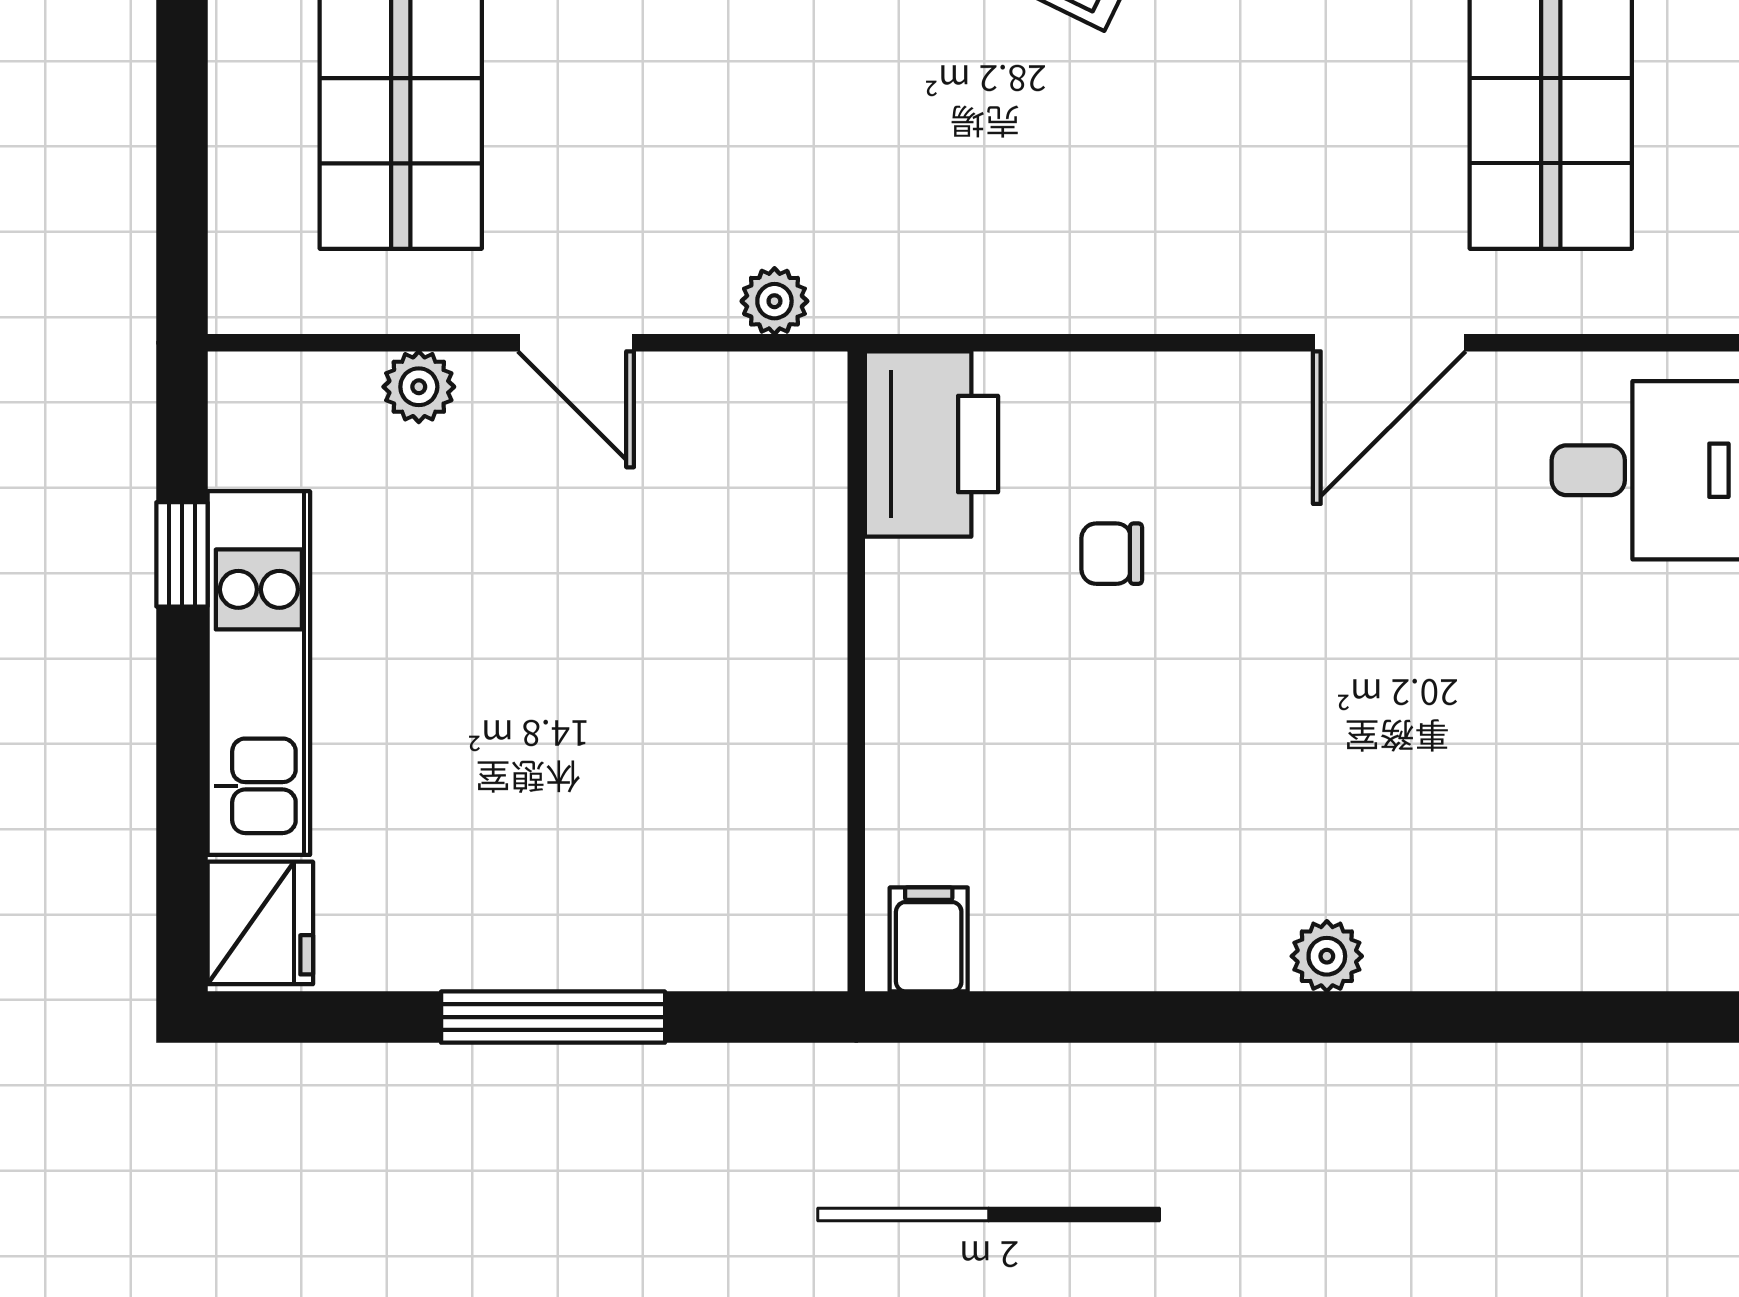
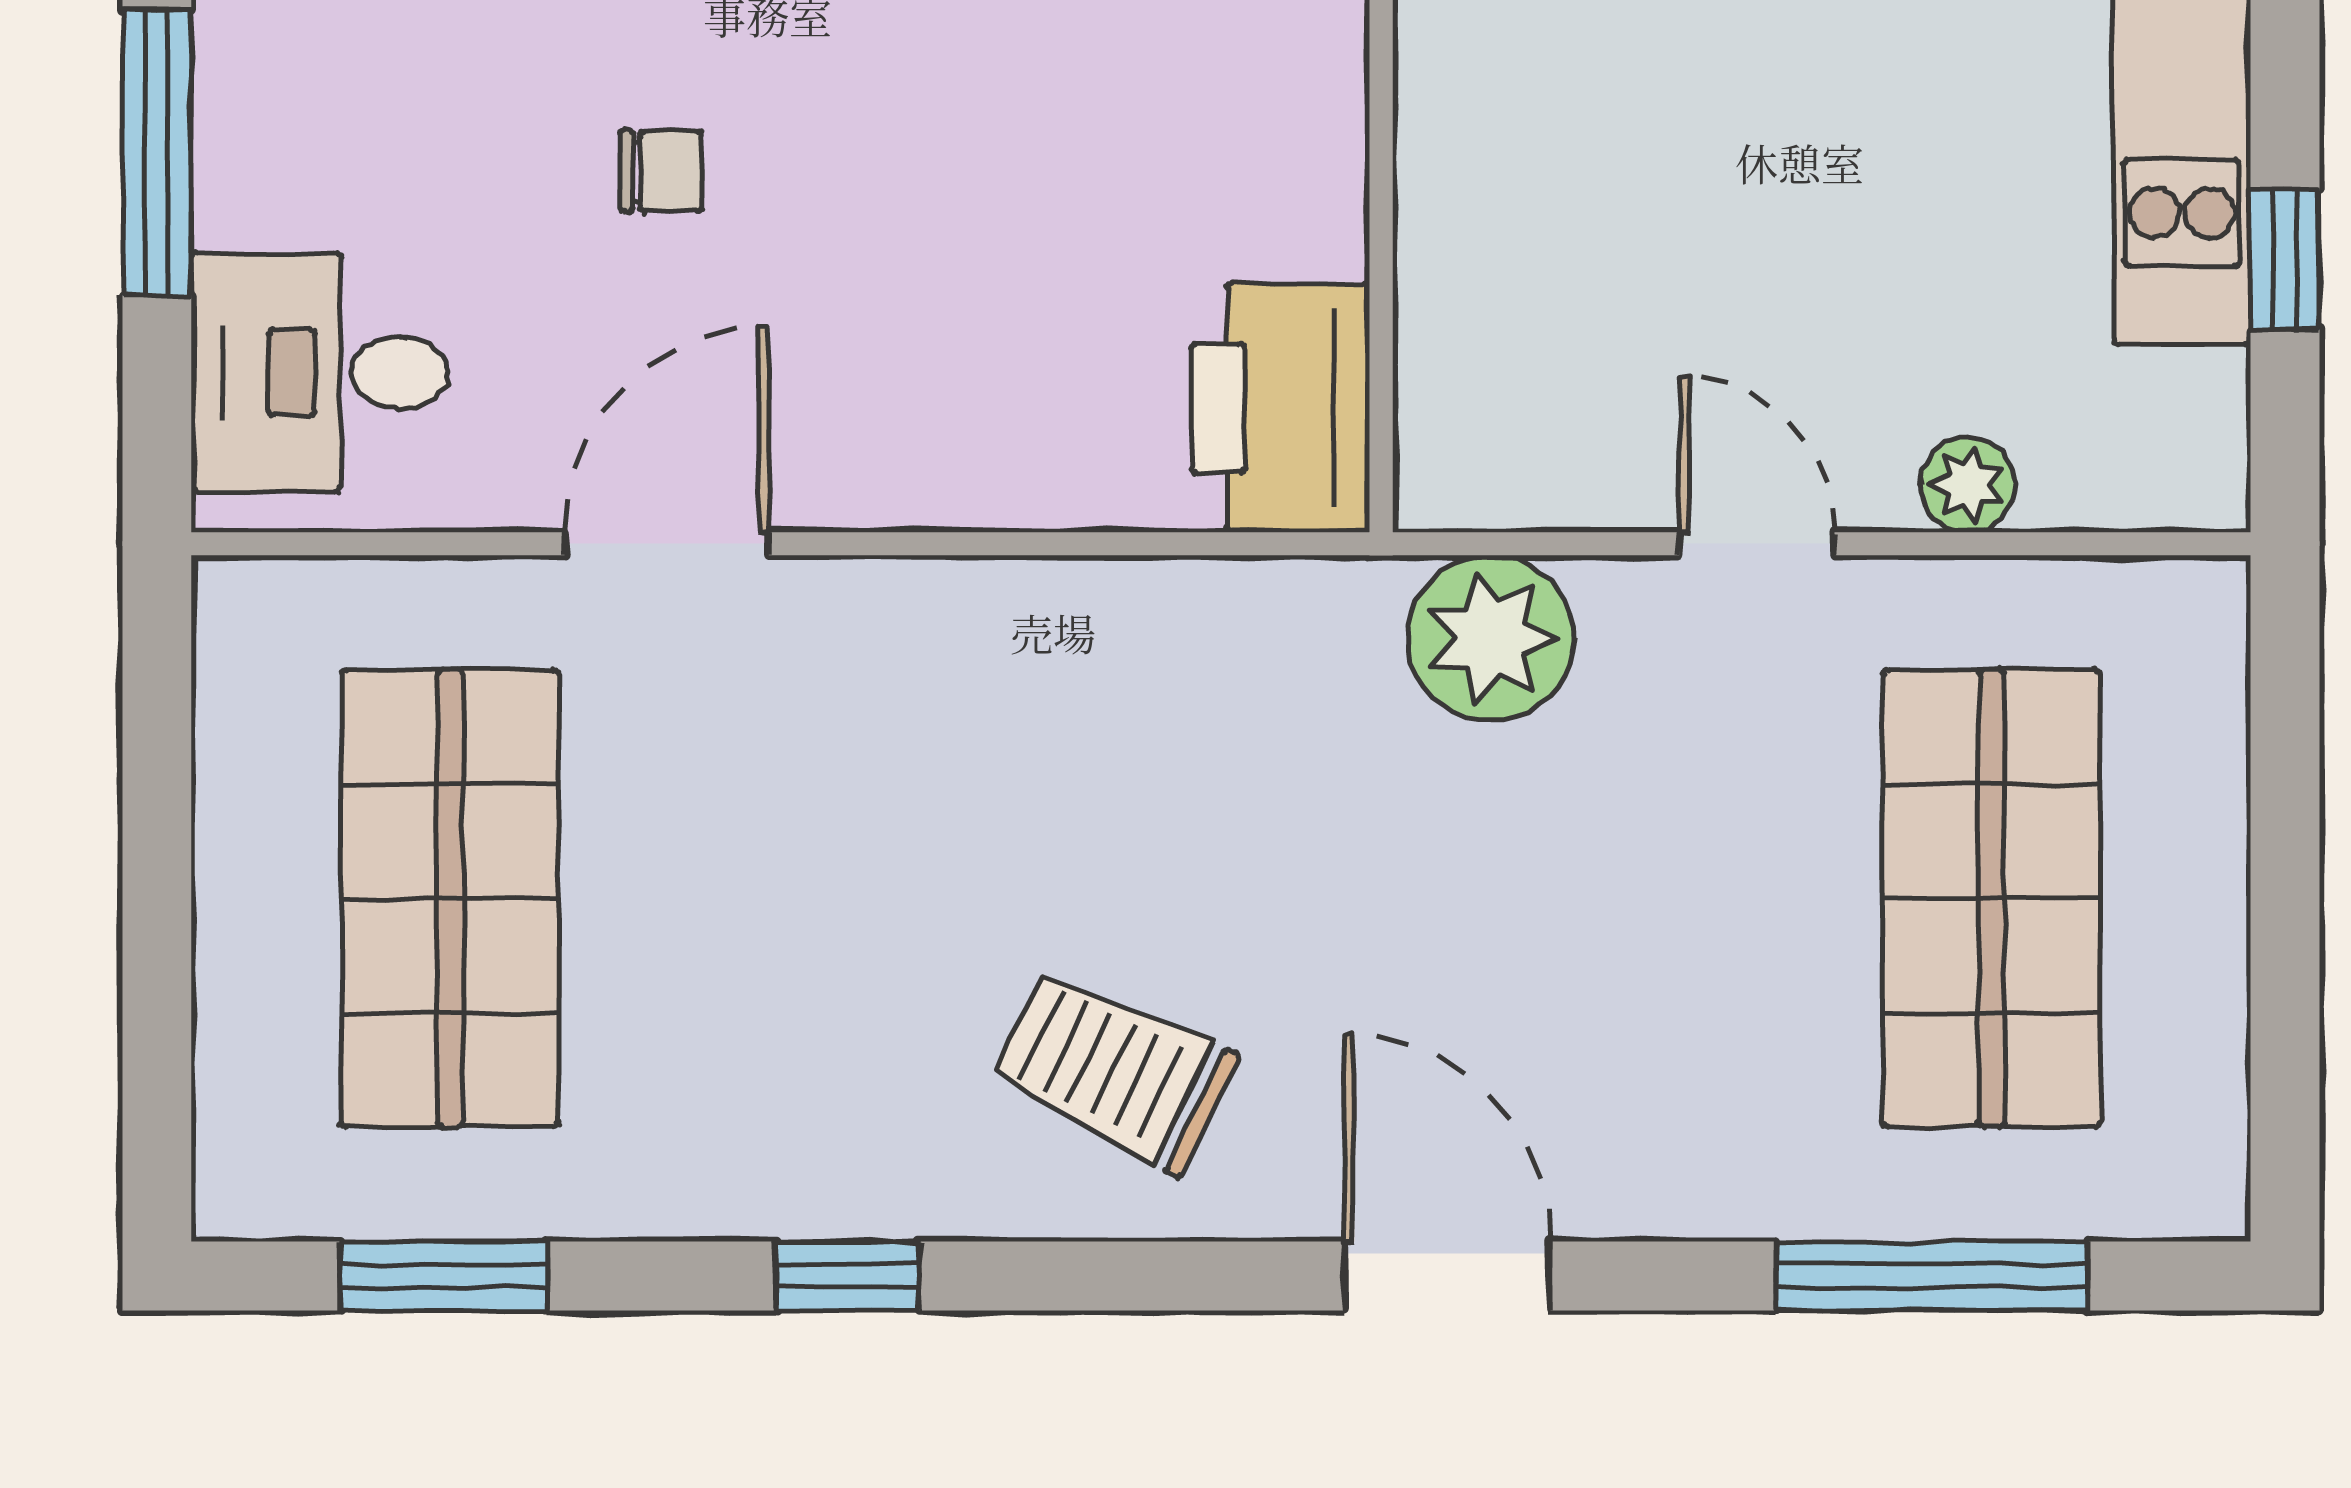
plant: (774, 301) -> (1491, 638), width x1.88, depth x1.88
chair: (1112, 554) -> (661, 171), moved

